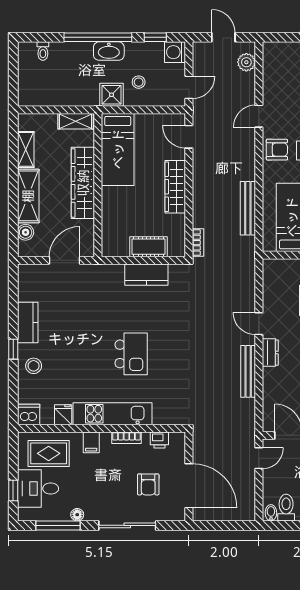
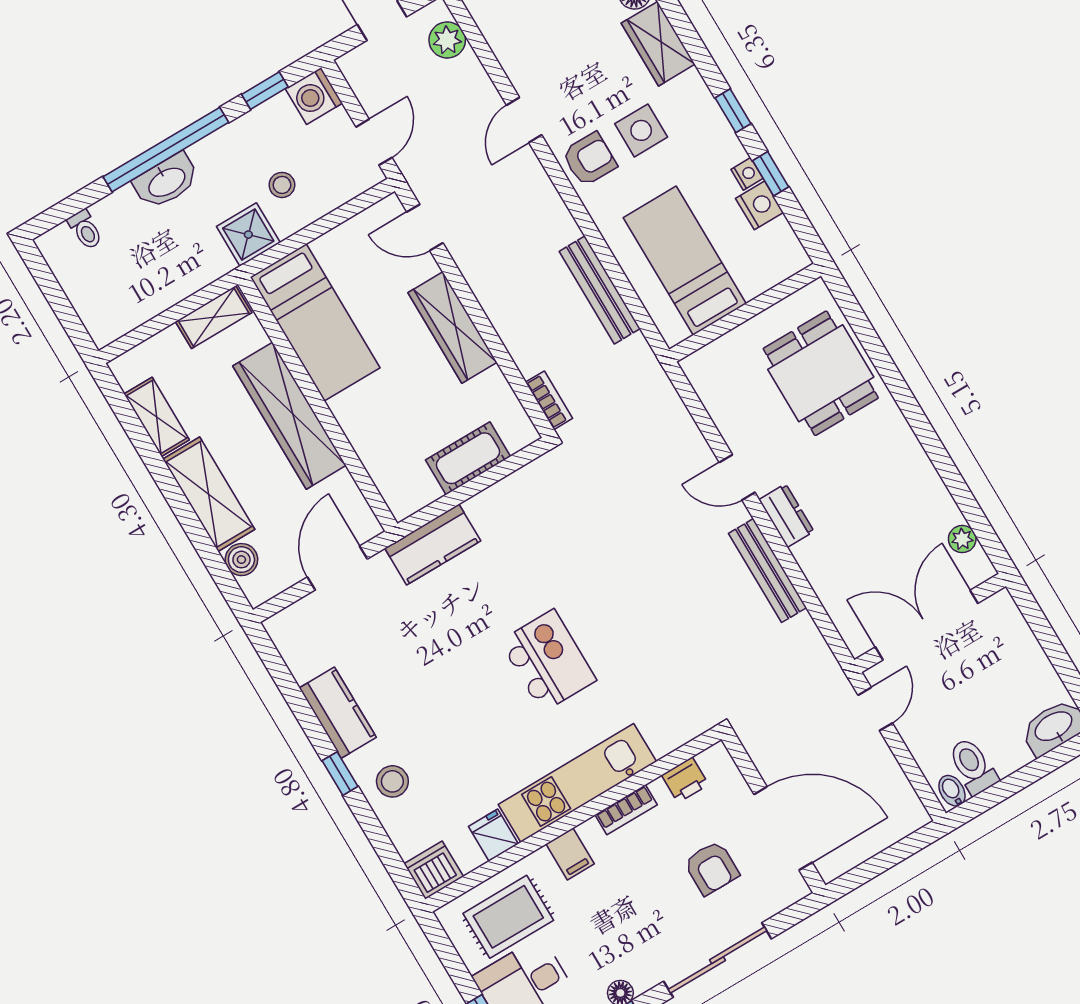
washbasin: (109, 51) -> (166, 181), moved
kitchen counter: (146, 275) -> (433, 544), moved

